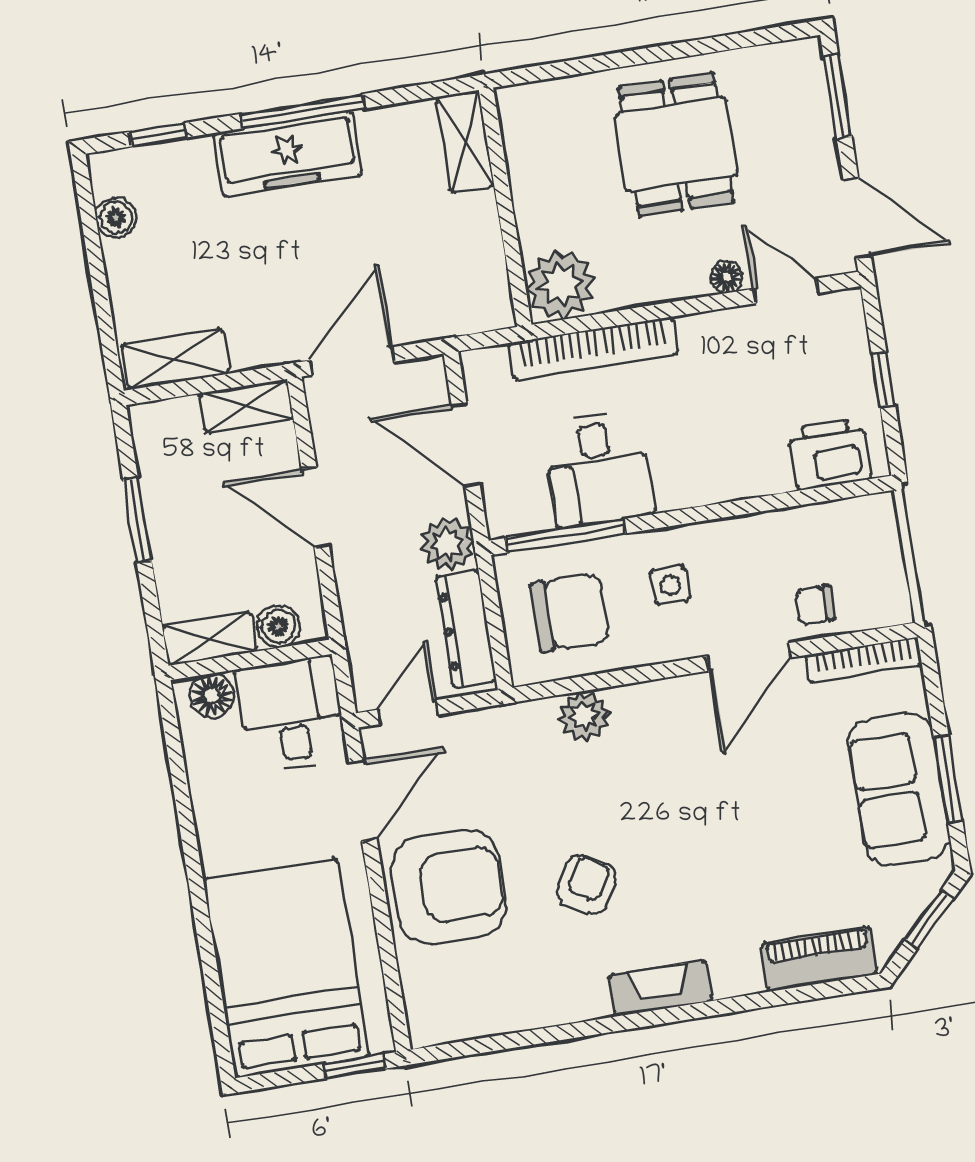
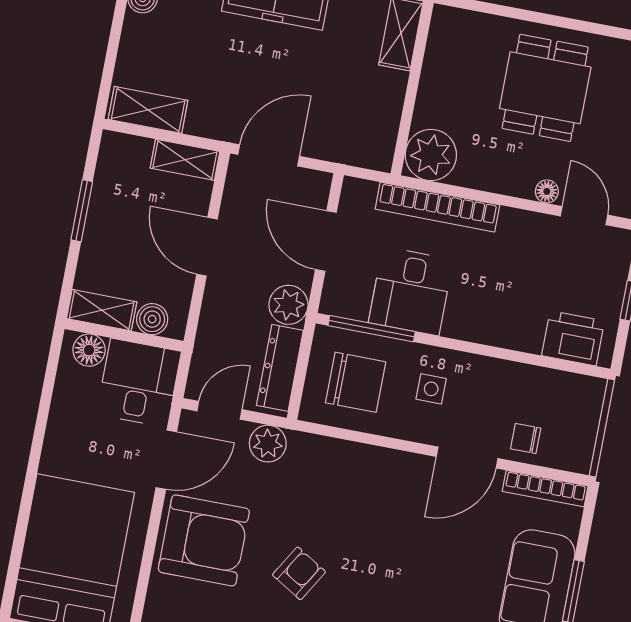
plant: (584, 716) -> (268, 444), moved

